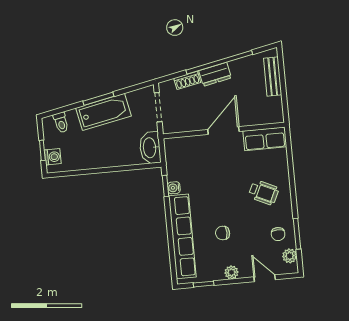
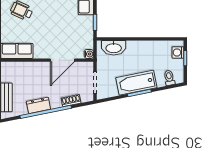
dresser: (215, 74) -> (38, 105), moved
door: (223, 131) -> (62, 60), moved
washbasin: (150, 148) -> (114, 48), moved, turned 90
water cooler: (174, 188) -> (89, 54), moved

